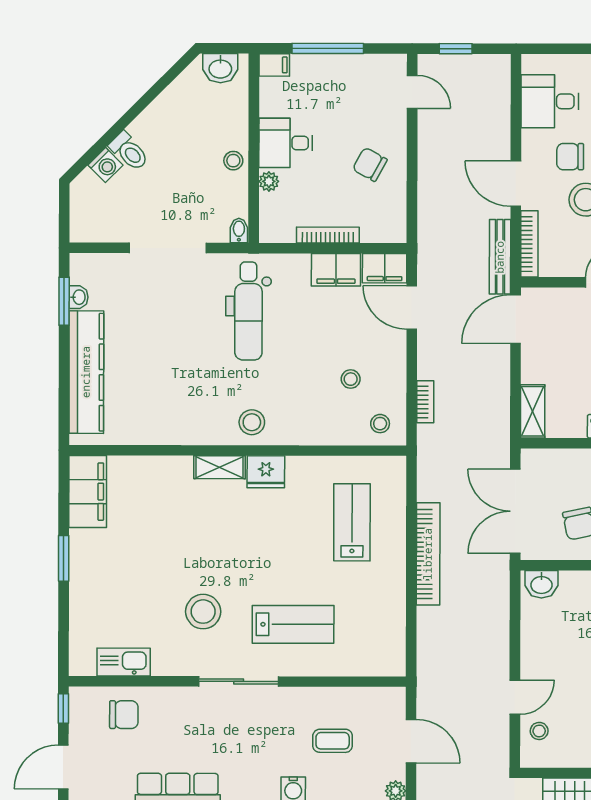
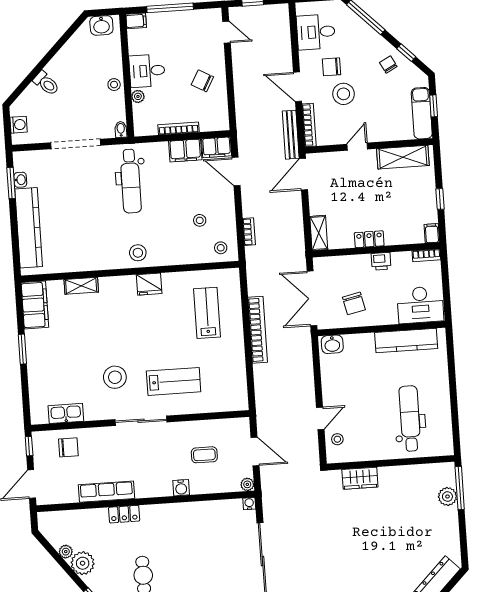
washing machine: (106, 165) -> (19, 125), moved, turned -45
shelving: (220, 467) -> (81, 286), moved

